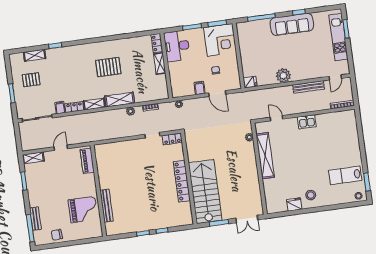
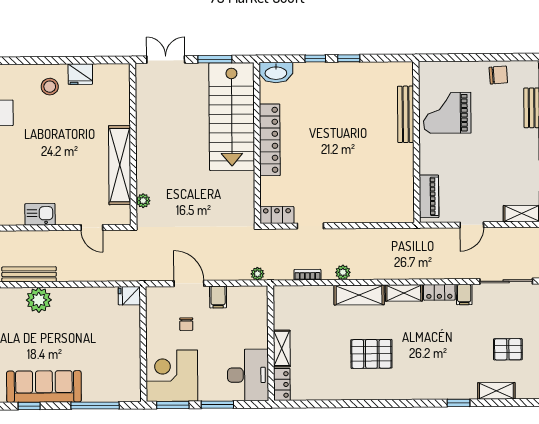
plant: (283, 76) -> (39, 300), moved
washbasin: (183, 220) -> (276, 73), added

